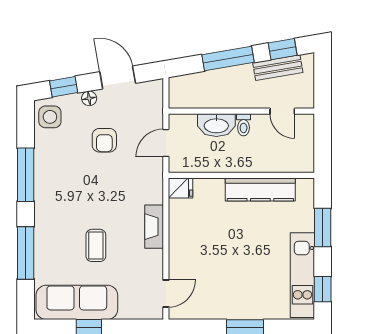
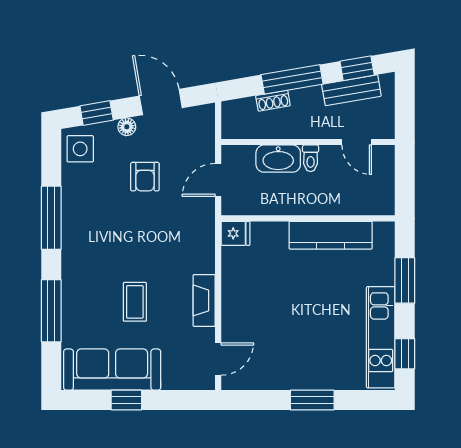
shoe rack: (212, 76) -> (273, 101), added
fireplace: (154, 227) -> (204, 300), moved

